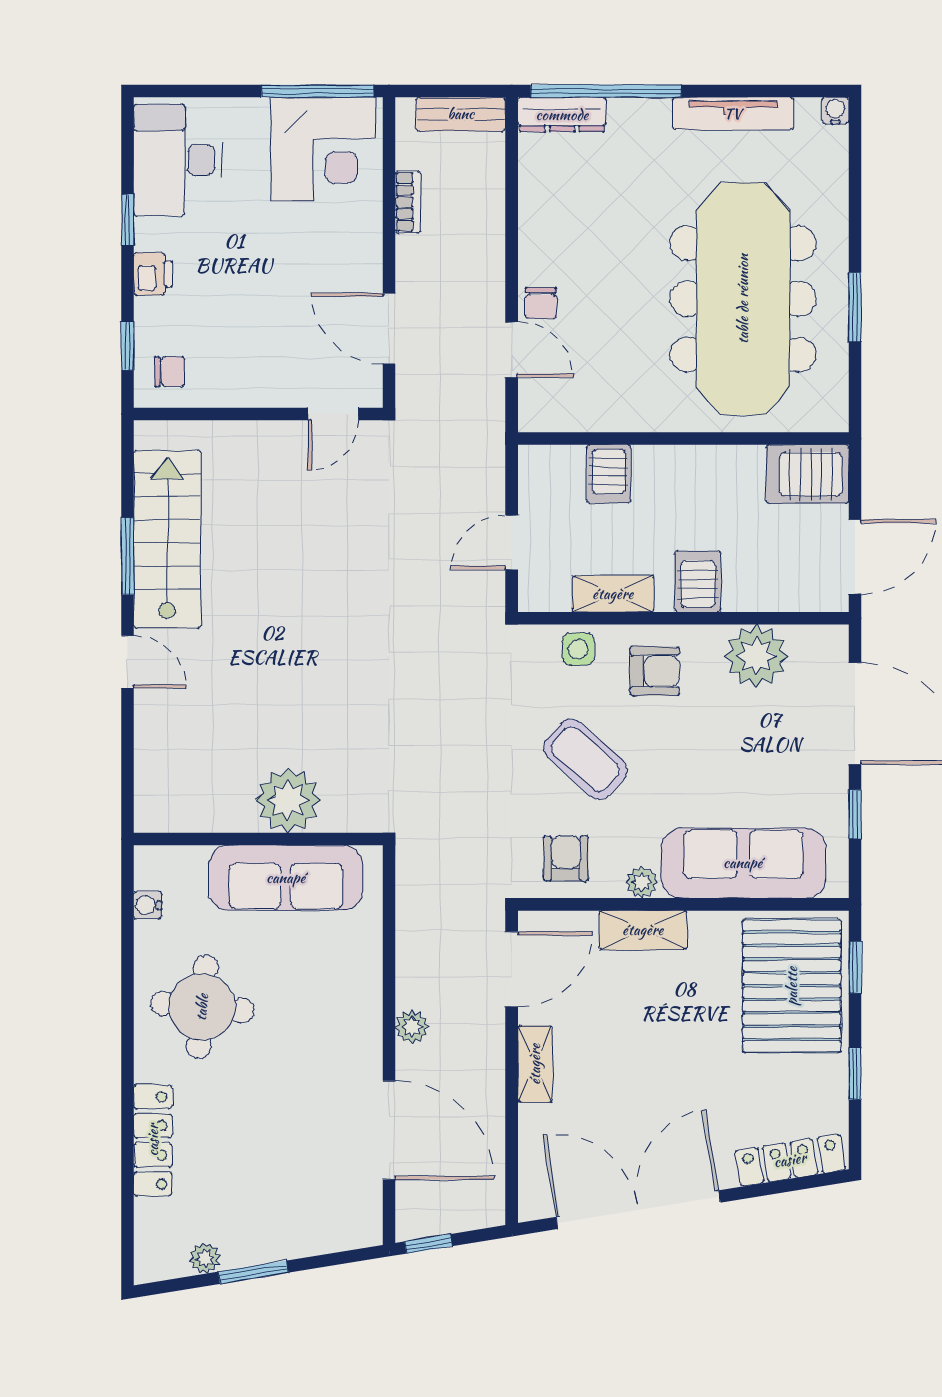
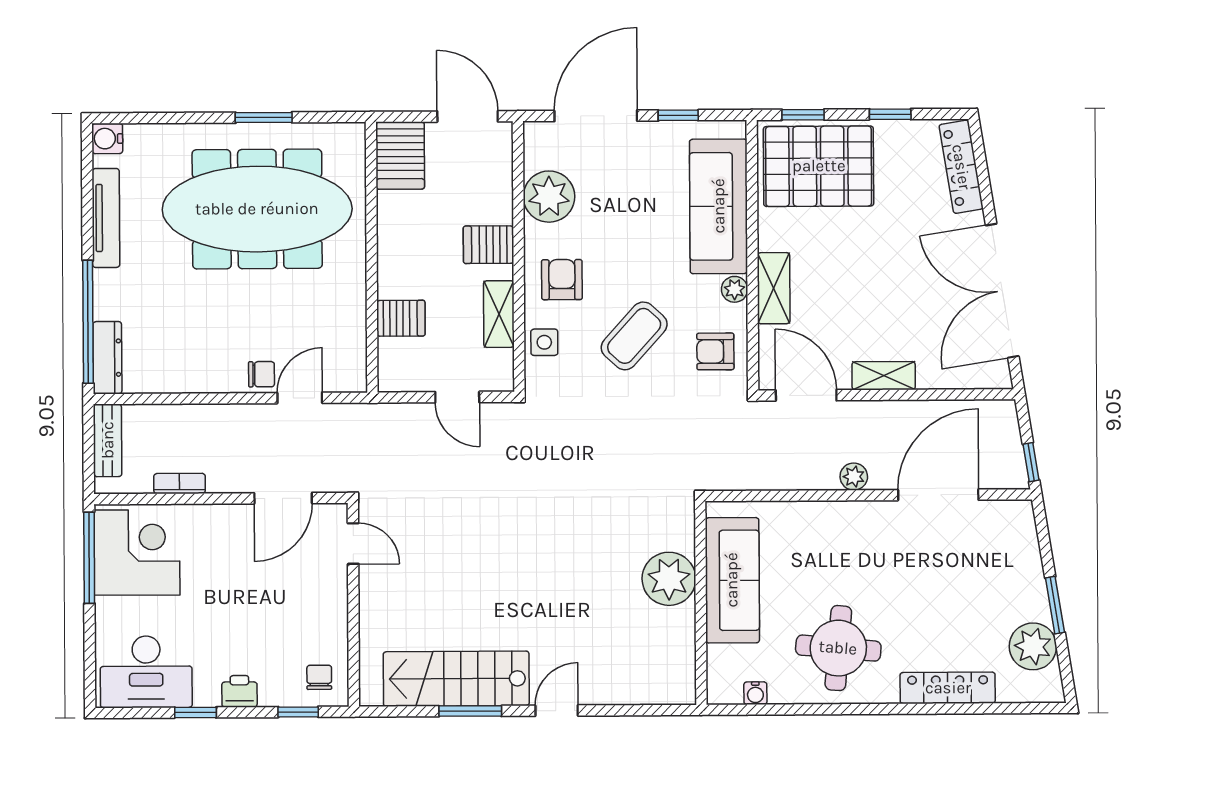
water cooler: (835, 111) -> (107, 139), width x1.38, depth x1.38
plant: (205, 1258) -> (1033, 646), width x1.88, depth x1.88

